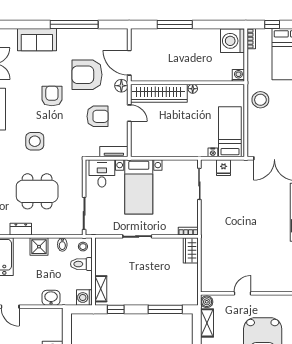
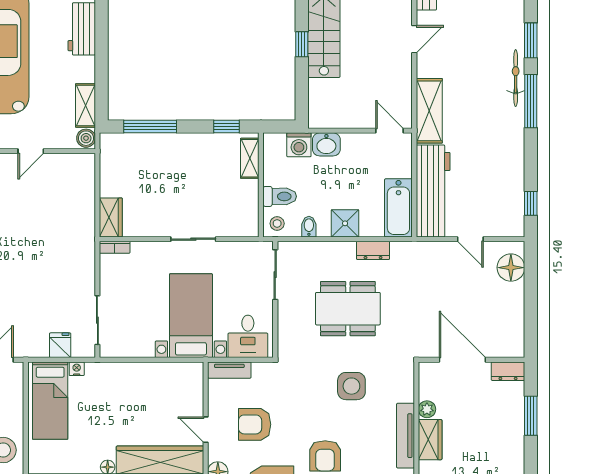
washing machine: (84, 298) -> (299, 145), moved, turned 90

